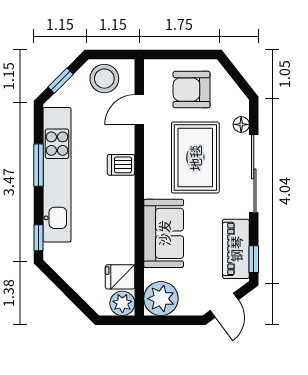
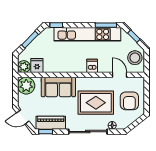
armchair: (192, 90) -> (129, 101), turned 180
window: (38, 165) -> (106, 25), moved
window: (68, 291) -> (30, 40), added

